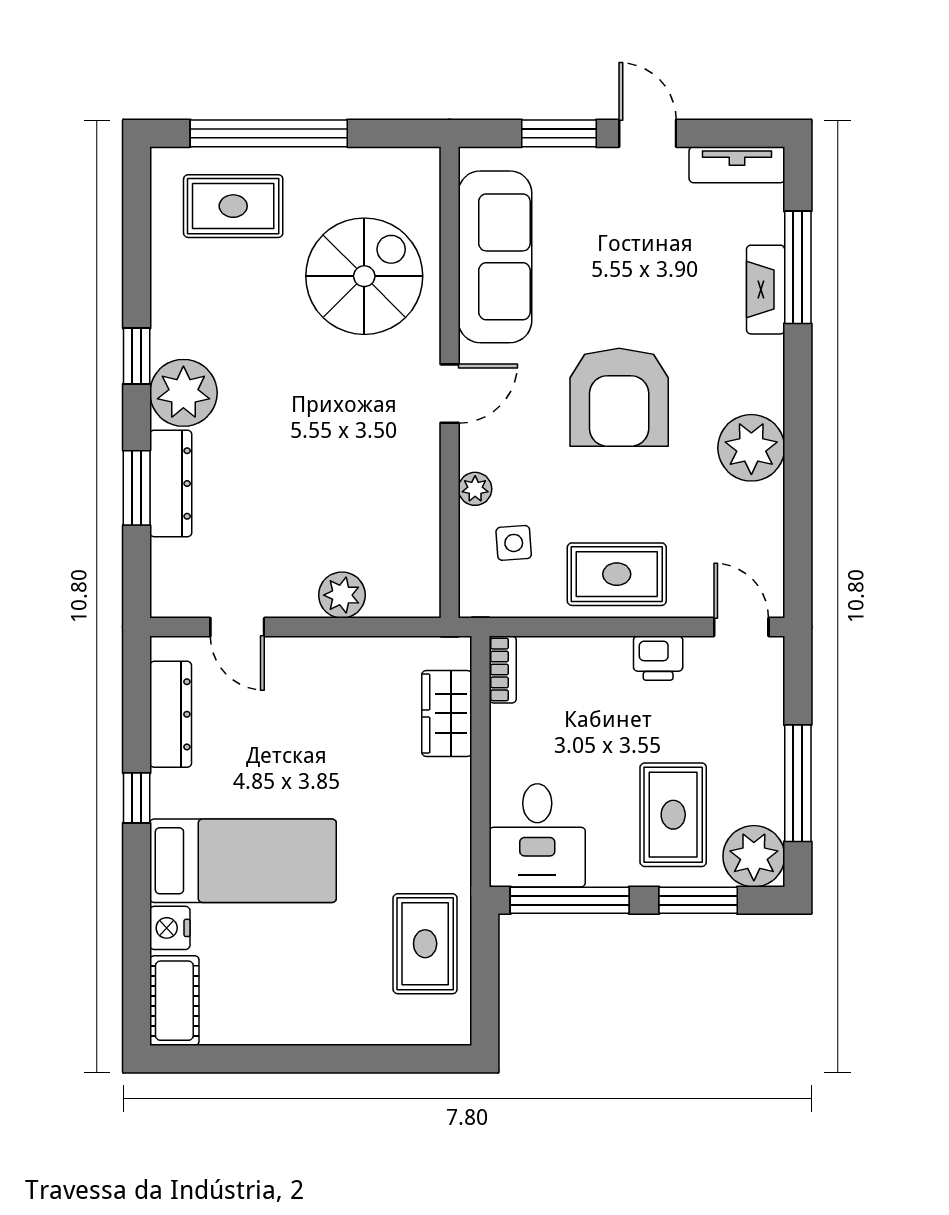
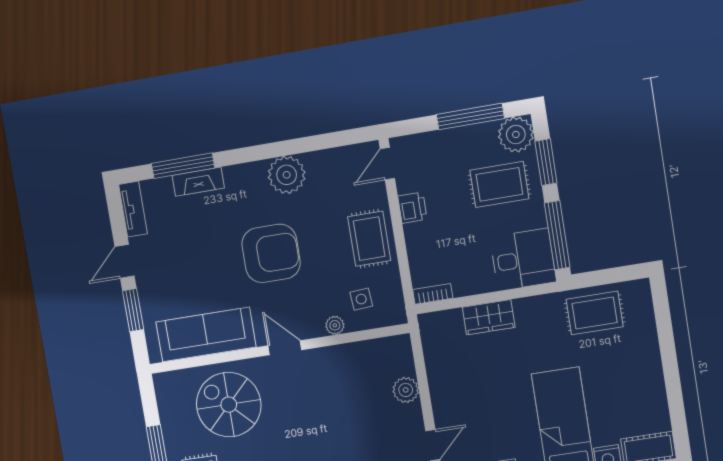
wardrobe: (447, 713) -> (489, 317), moved

